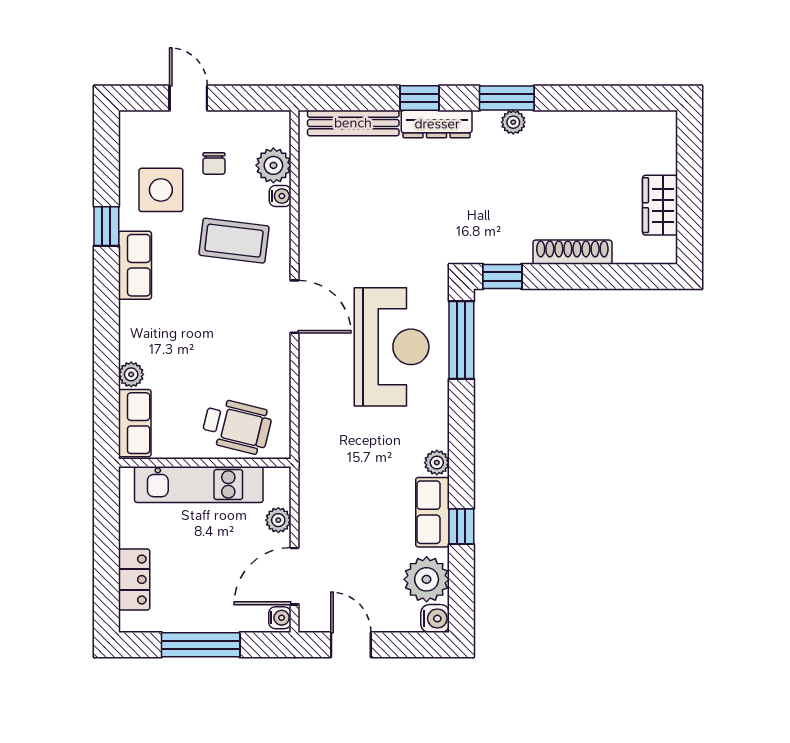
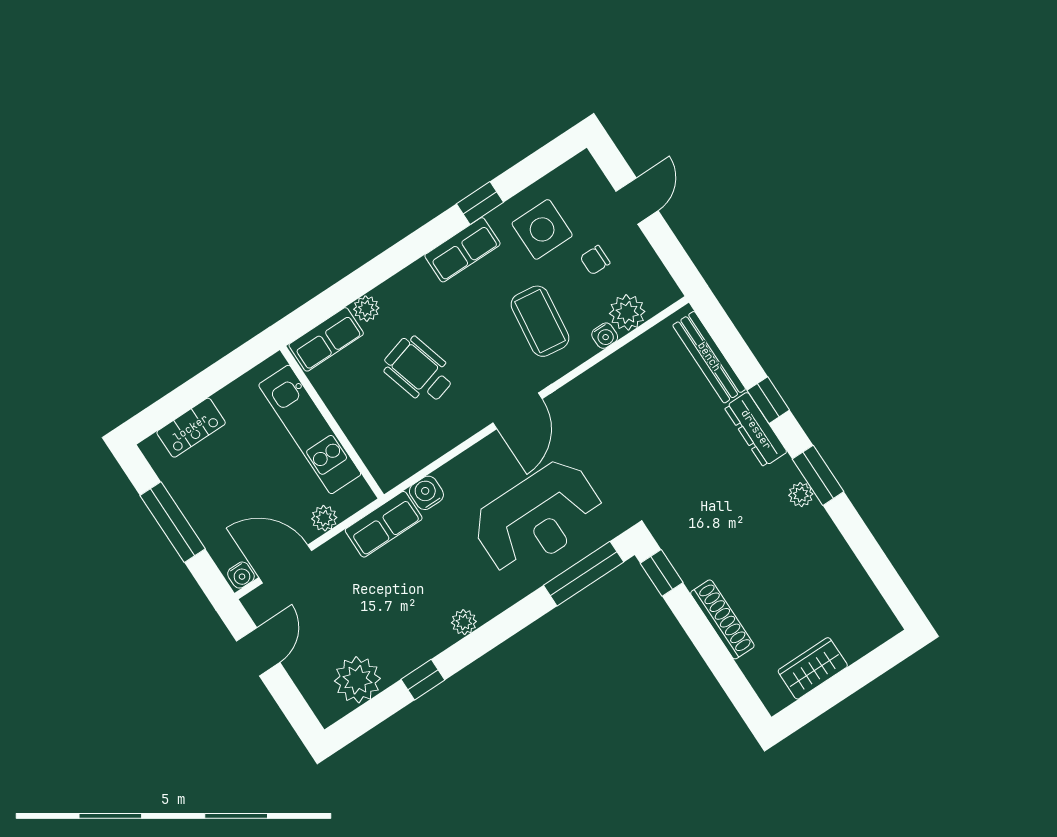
wheelchair: (237, 426) -> (419, 370), moved, turned 150
row of seats: (432, 512) -> (384, 524), moved, turned 180
water cooler: (435, 619) -> (426, 493), moved, turned 180

